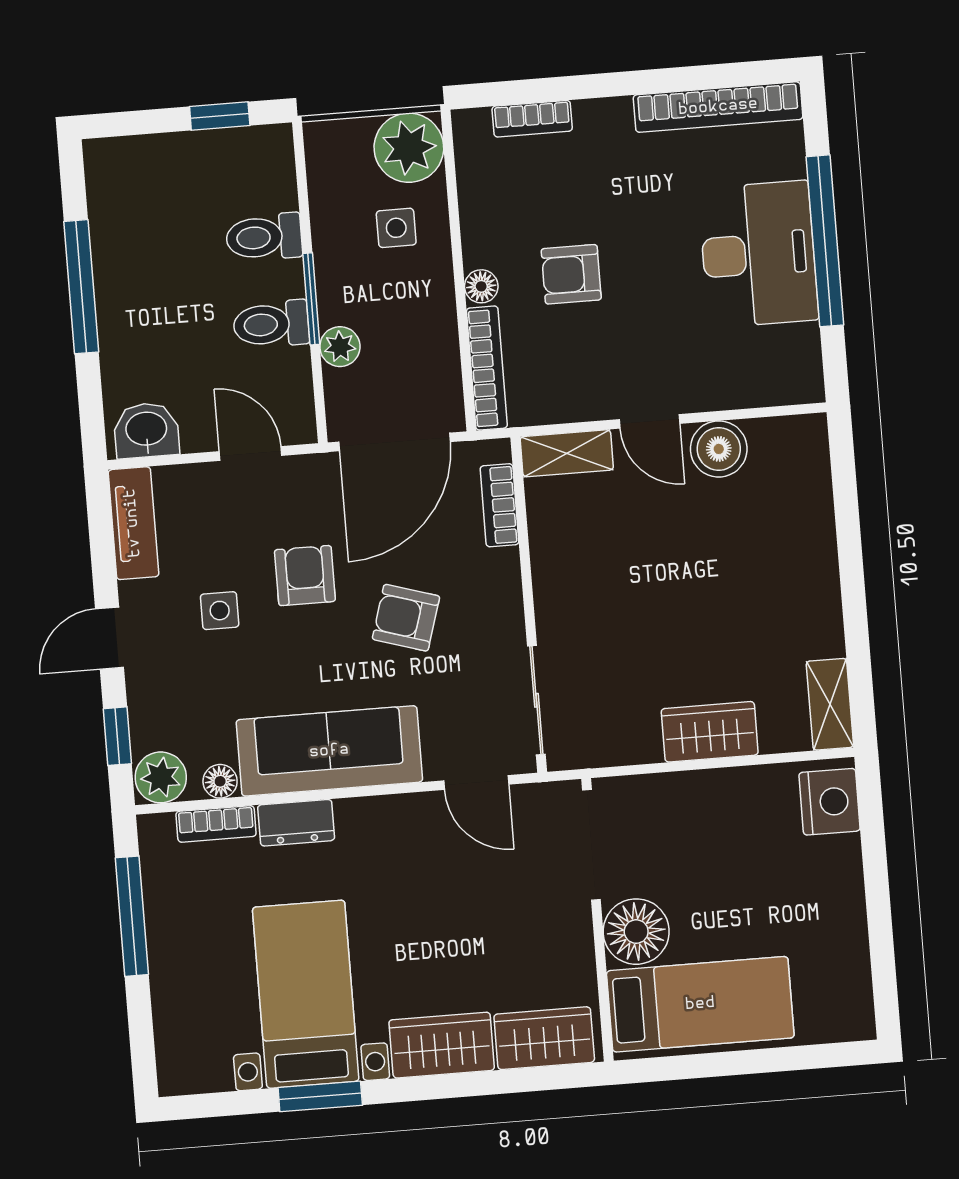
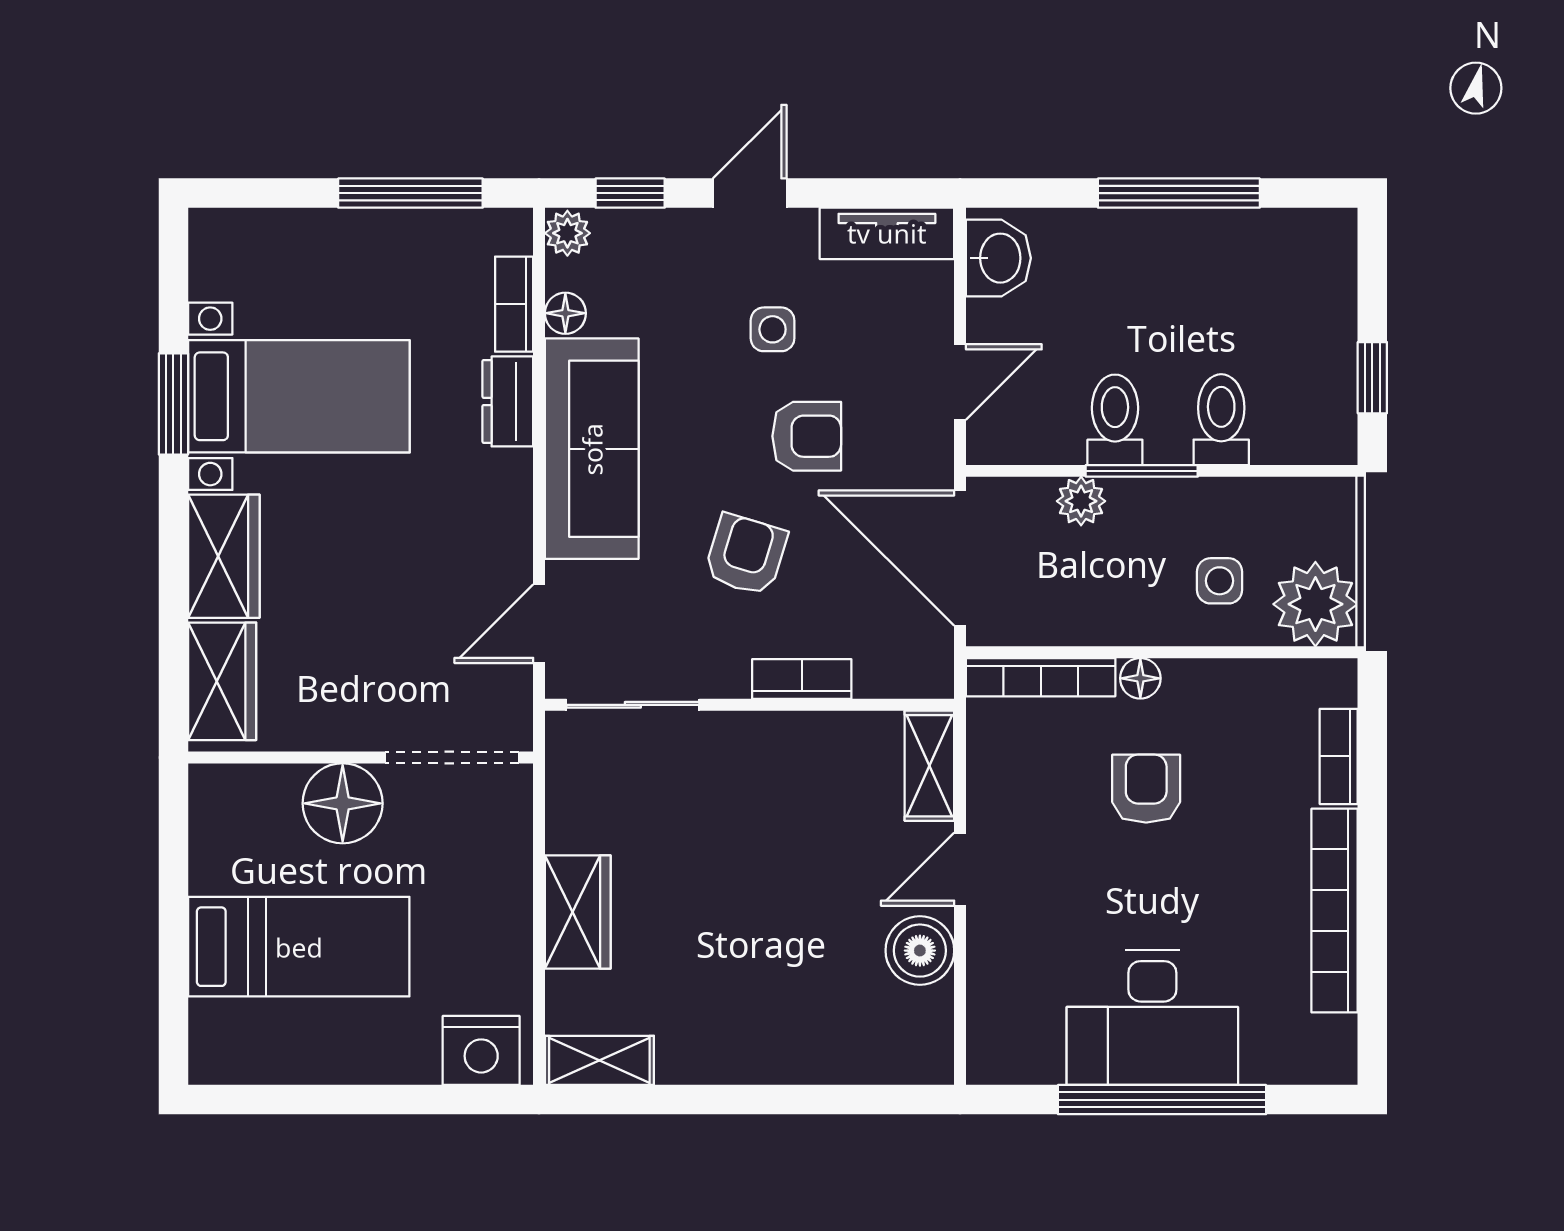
bookcase: (718, 107) -> (1335, 911), moved
bookcase: (500, 505) -> (802, 679), moved
door: (110, 638) -> (750, 193), hinge flipped
plant: (161, 777) -> (567, 233), width x0.73, depth x0.73
bed: (700, 1004) -> (299, 947), moved, turned -90

